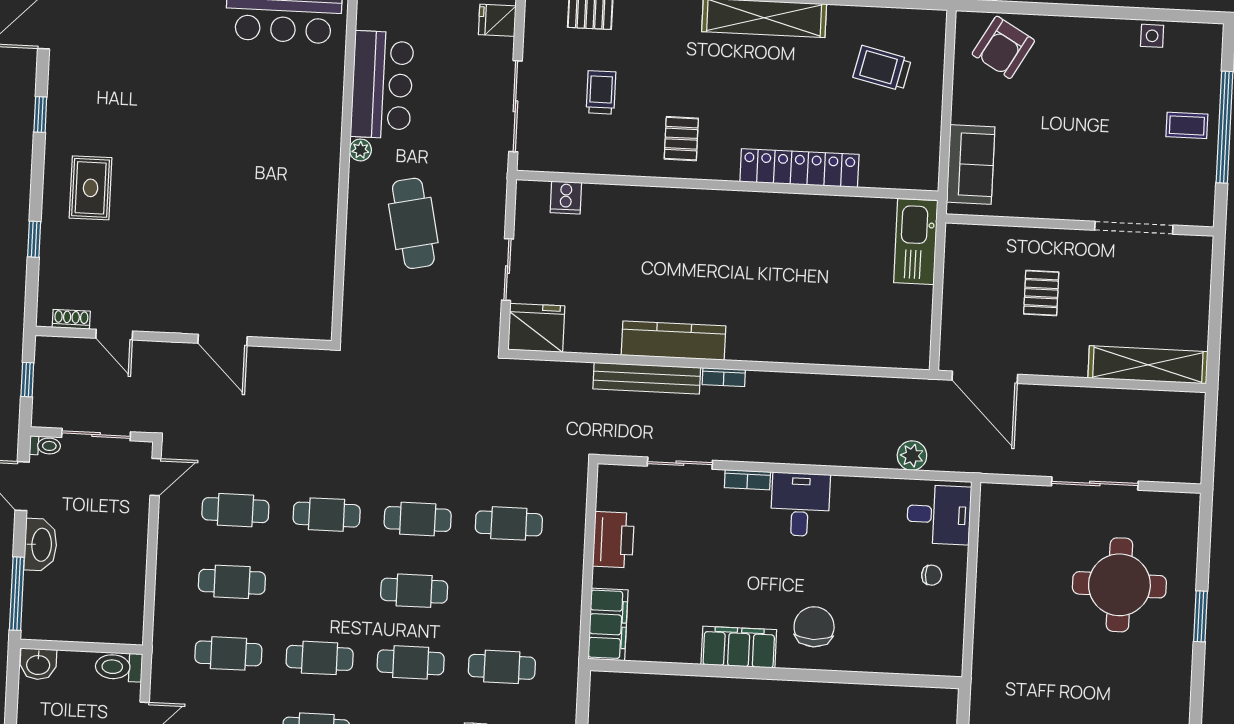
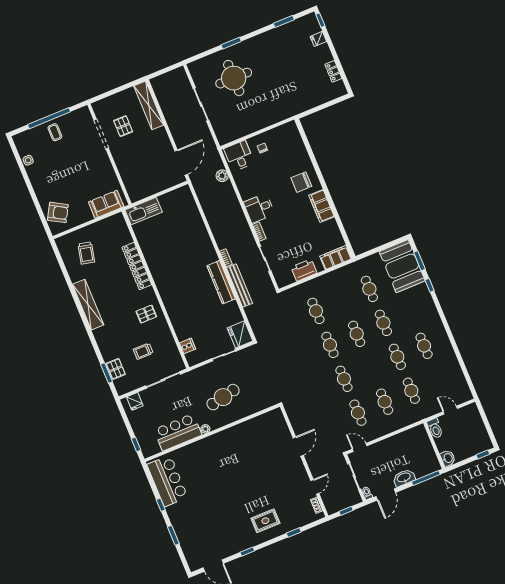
pallet: (1041, 293) -> (123, 126), moved, turned 90

